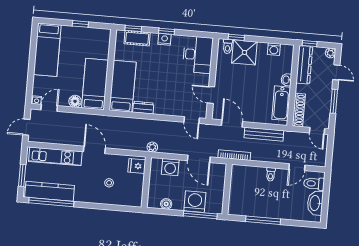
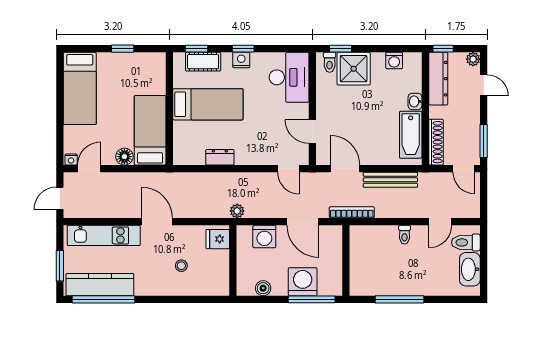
bed: (123, 86) -> (208, 104), moved, turned 90
window: (334, 101) -> (484, 141), moved

